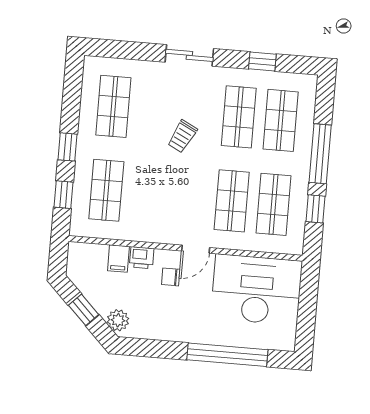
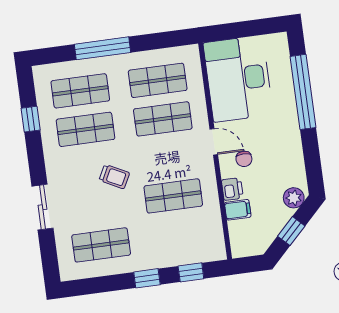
sliding door: (189, 55) -> (42, 207), moved
shop shelf: (106, 190) -> (173, 196), moved
window: (316, 209) -> (153, 41), removed

